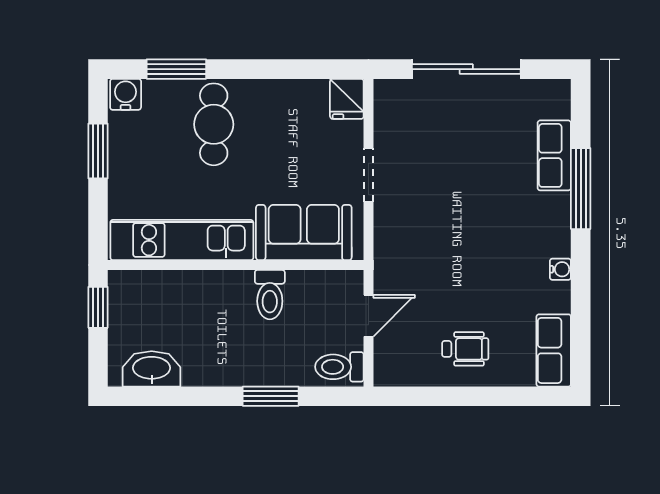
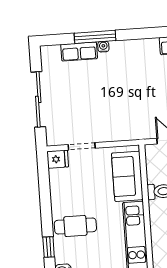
window: (176, 69) -> (49, 247), width x0.67
doorway: (369, 175) -> (82, 146), moved
water cooler: (560, 269) -> (103, 47), moved

